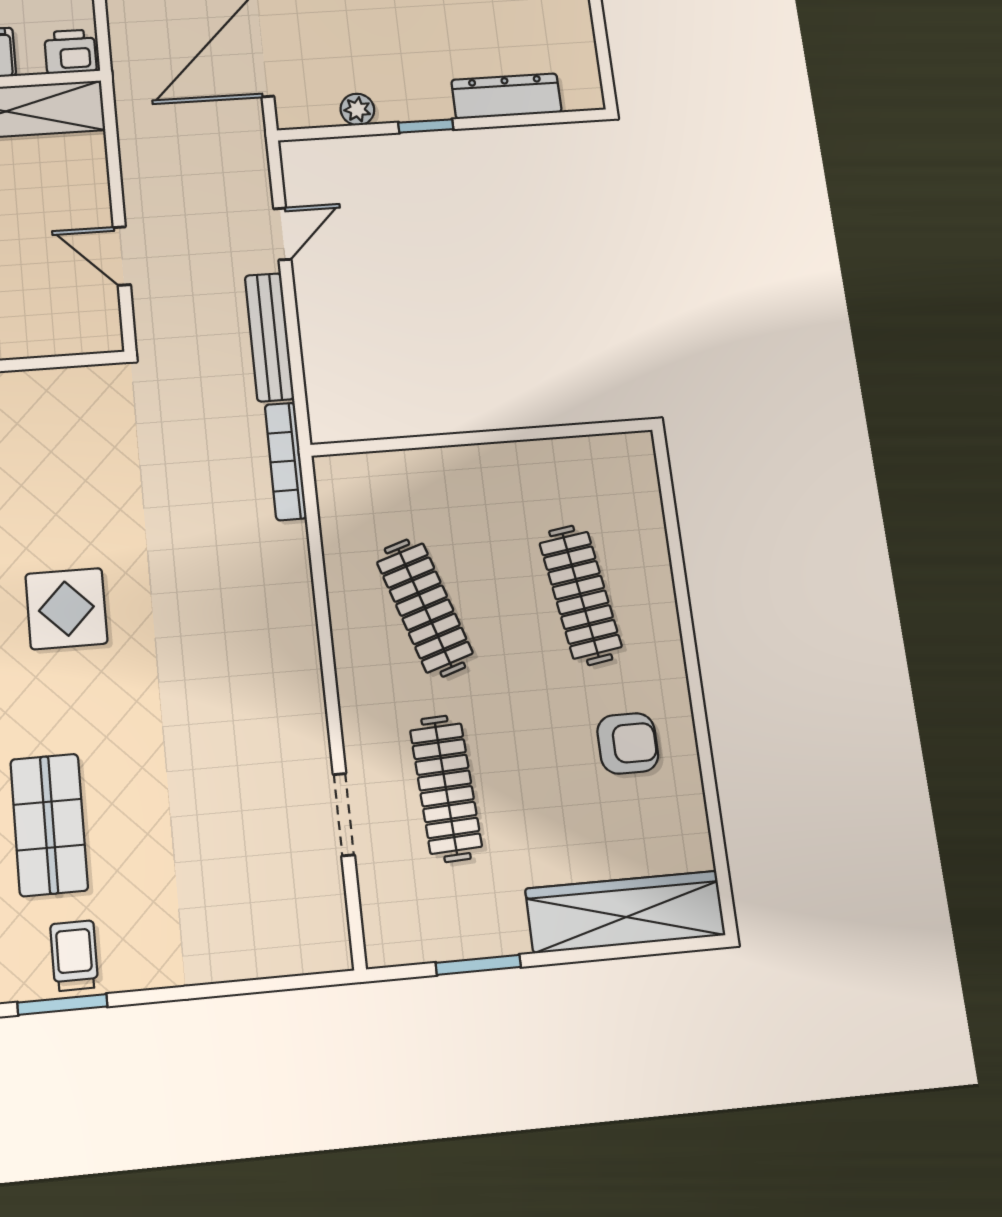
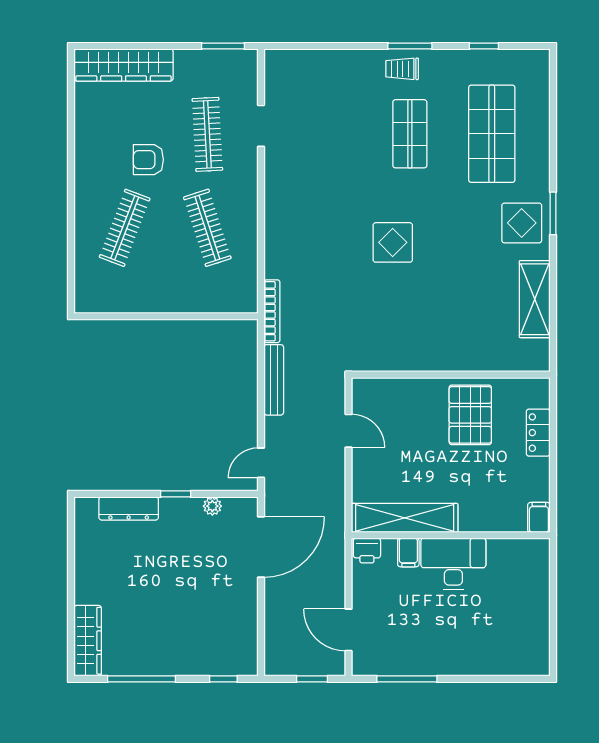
door: (282, 234) -> (261, 463), moved
clothes rail: (581, 595) -> (125, 228), turned 30
armchair: (628, 743) -> (148, 160), moved
trolley: (74, 956) -> (402, 69), turned 90
window: (478, 965) -> (223, 46), moved

